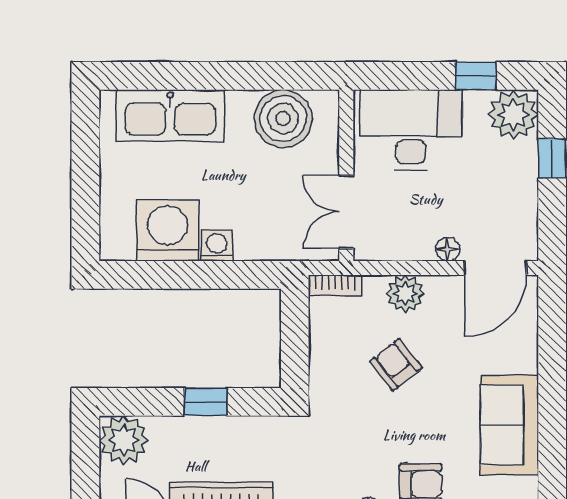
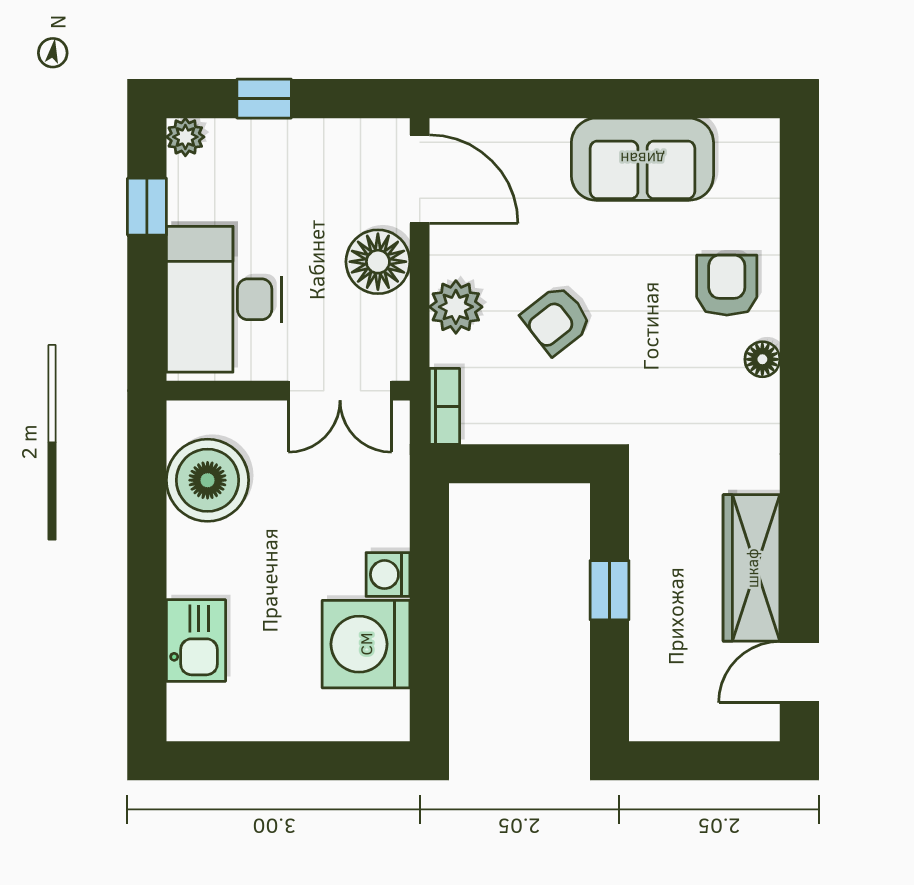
kitchen sink: (170, 115) -> (196, 640), width x0.53, depth x0.81
plant: (513, 115) -> (185, 137), width x0.53, depth x0.53
floor lamp: (448, 249) -> (378, 262), width x1.89, depth x1.89
plant: (124, 440) -> (664, 707), removed

